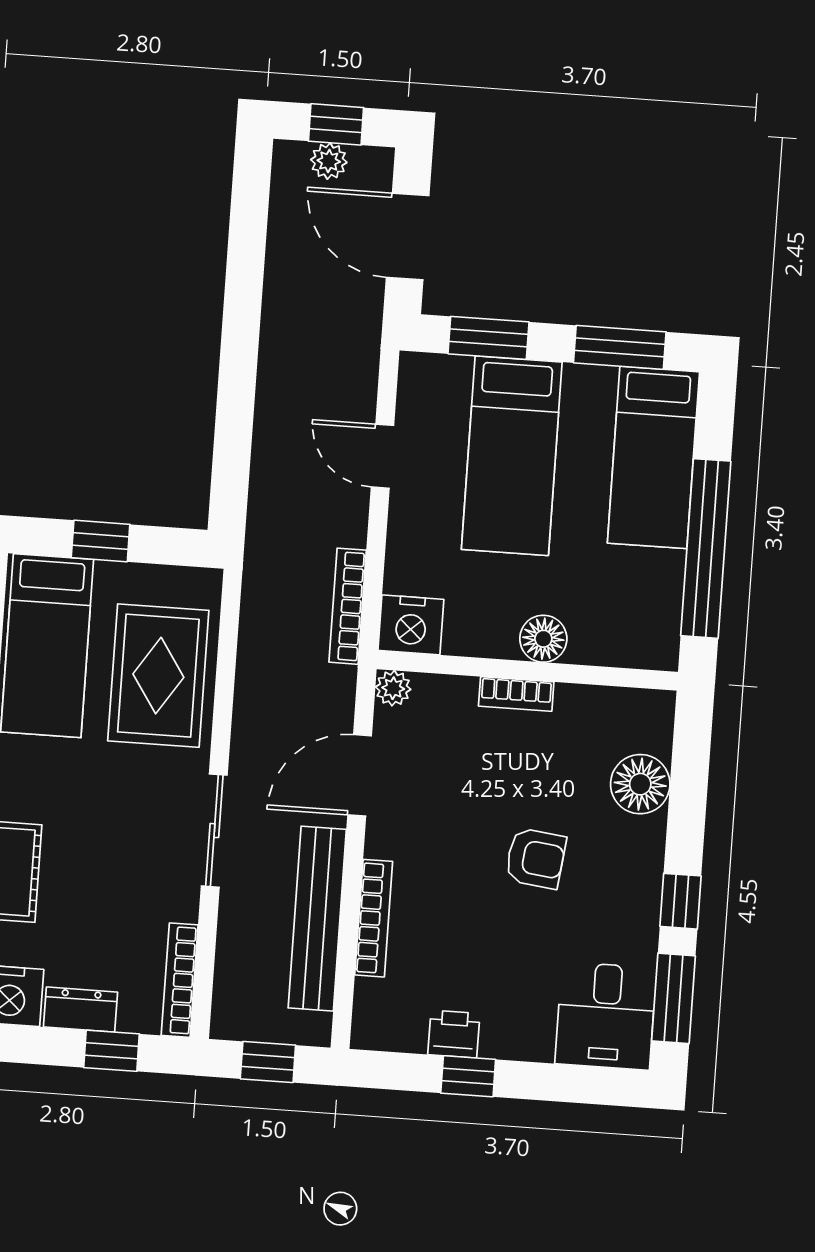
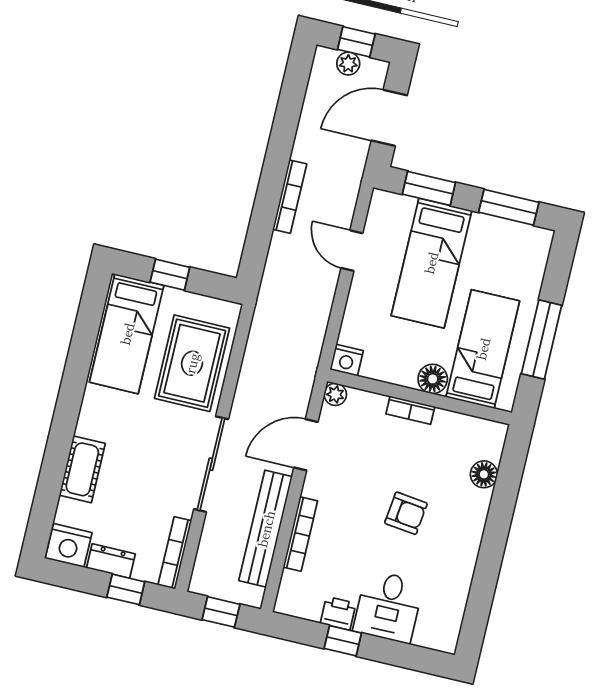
door: (408, 237) -> (389, 118), hinge flipped
bed: (653, 457) -> (483, 349), moved, turned 180
window: (706, 548) -> (542, 340), width x0.68
bookcase: (348, 606) -> (290, 197), moved, turned 180
nightstand: (411, 625) -> (347, 360), width x0.74, depth x0.75
floor lamp: (640, 784) -> (484, 474), width x0.73, depth x0.73
sliding door: (214, 831) -> (211, 464), width x1.37
window: (680, 901) -> (491, 554), removed
window: (673, 998) -> (477, 613), removed
desk: (606, 1016) -> (388, 607), moved

